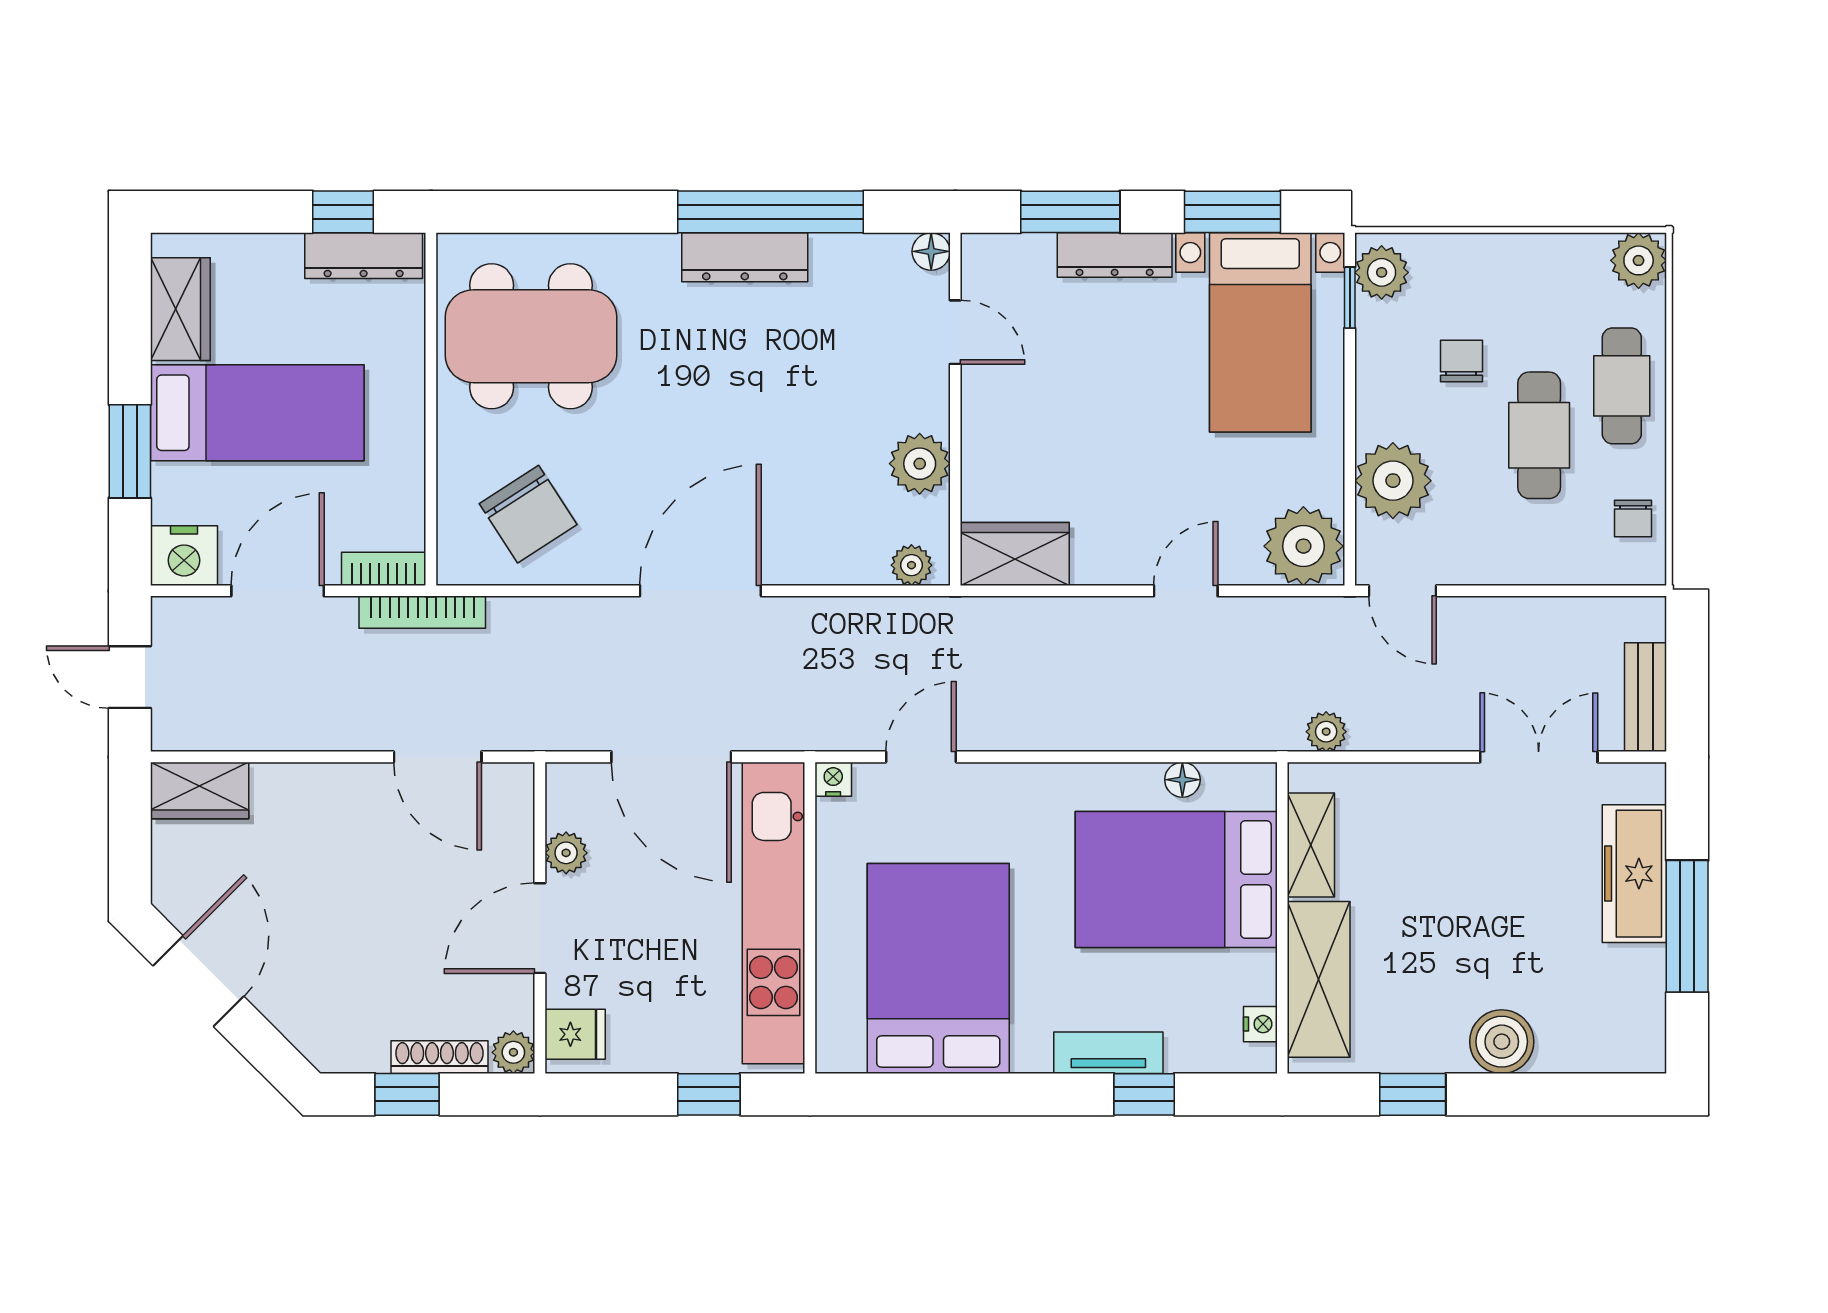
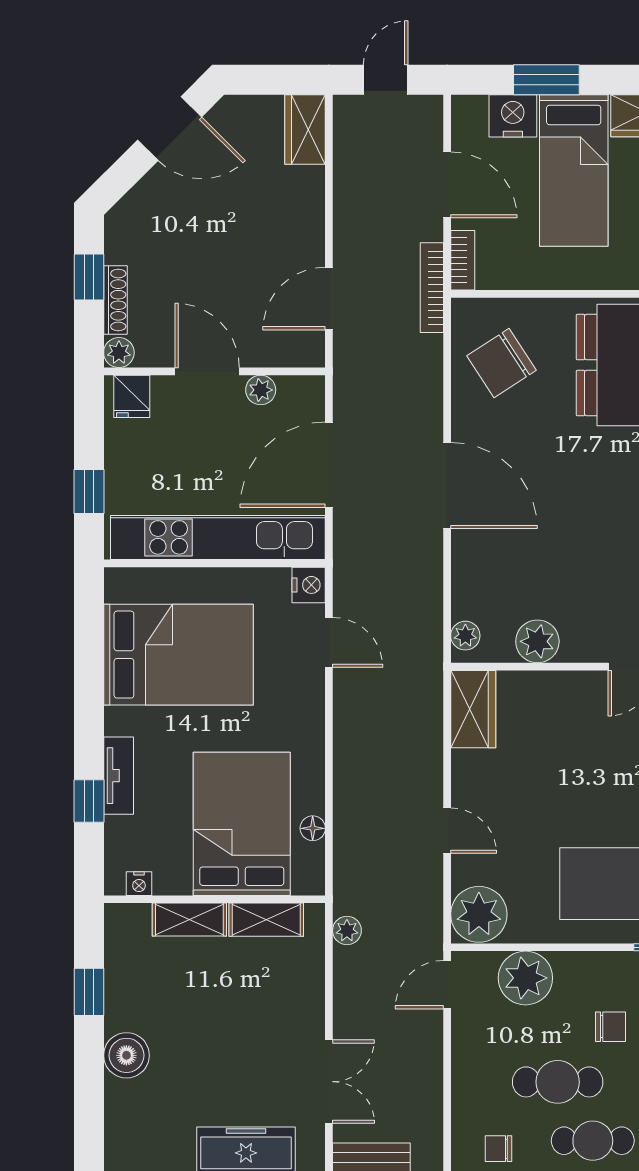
nightstand: (184, 556) -> (513, 116), moved, turned 90
nightstand: (833, 779) -> (309, 585), width x1.39, depth x1.35
shelving: (1319, 979) -> (189, 920), width x0.67, depth x0.75

